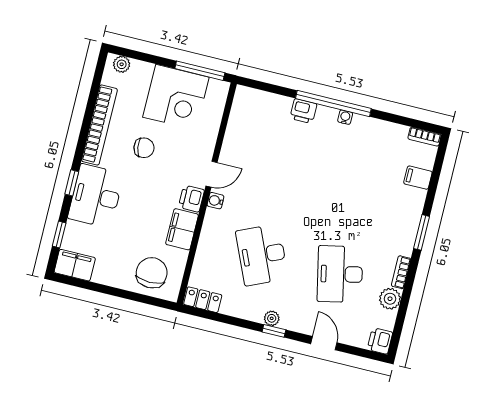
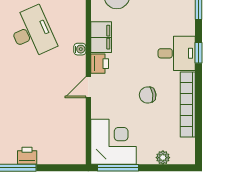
plant: (122, 64) -> (163, 158), moved
corner desk: (176, 97) -> (113, 142), moved, turned 90
desk: (96, 196) -> (177, 53), width x0.73
water cooler: (215, 201) -> (80, 49), moved

